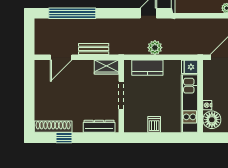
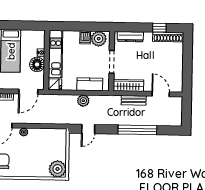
window: (72, 13) -> (137, 130), moved
door: (61, 57) -> (161, 94), hinge flipped
wardrobe: (106, 67) -> (128, 85), width x1.50
floor lamp: (212, 120) -> (37, 64), moved
plant: (138, 123) -> (99, 39), added

